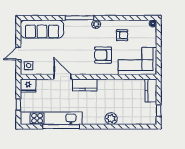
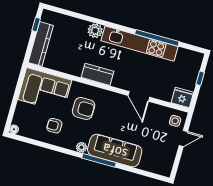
sofa: (42, 29) -> (115, 151), moved
kitchen counter: (85, 85) -> (97, 74), moved
kitchen counter: (151, 90) -> (41, 44), width x1.50
kitchen unit: (51, 118) -> (139, 44), moved

